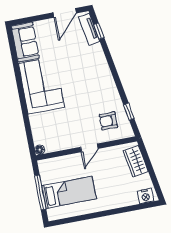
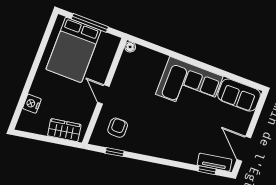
bed: (69, 192) -> (73, 50), width x1.50
nightstand: (146, 196) -> (32, 104), moved

